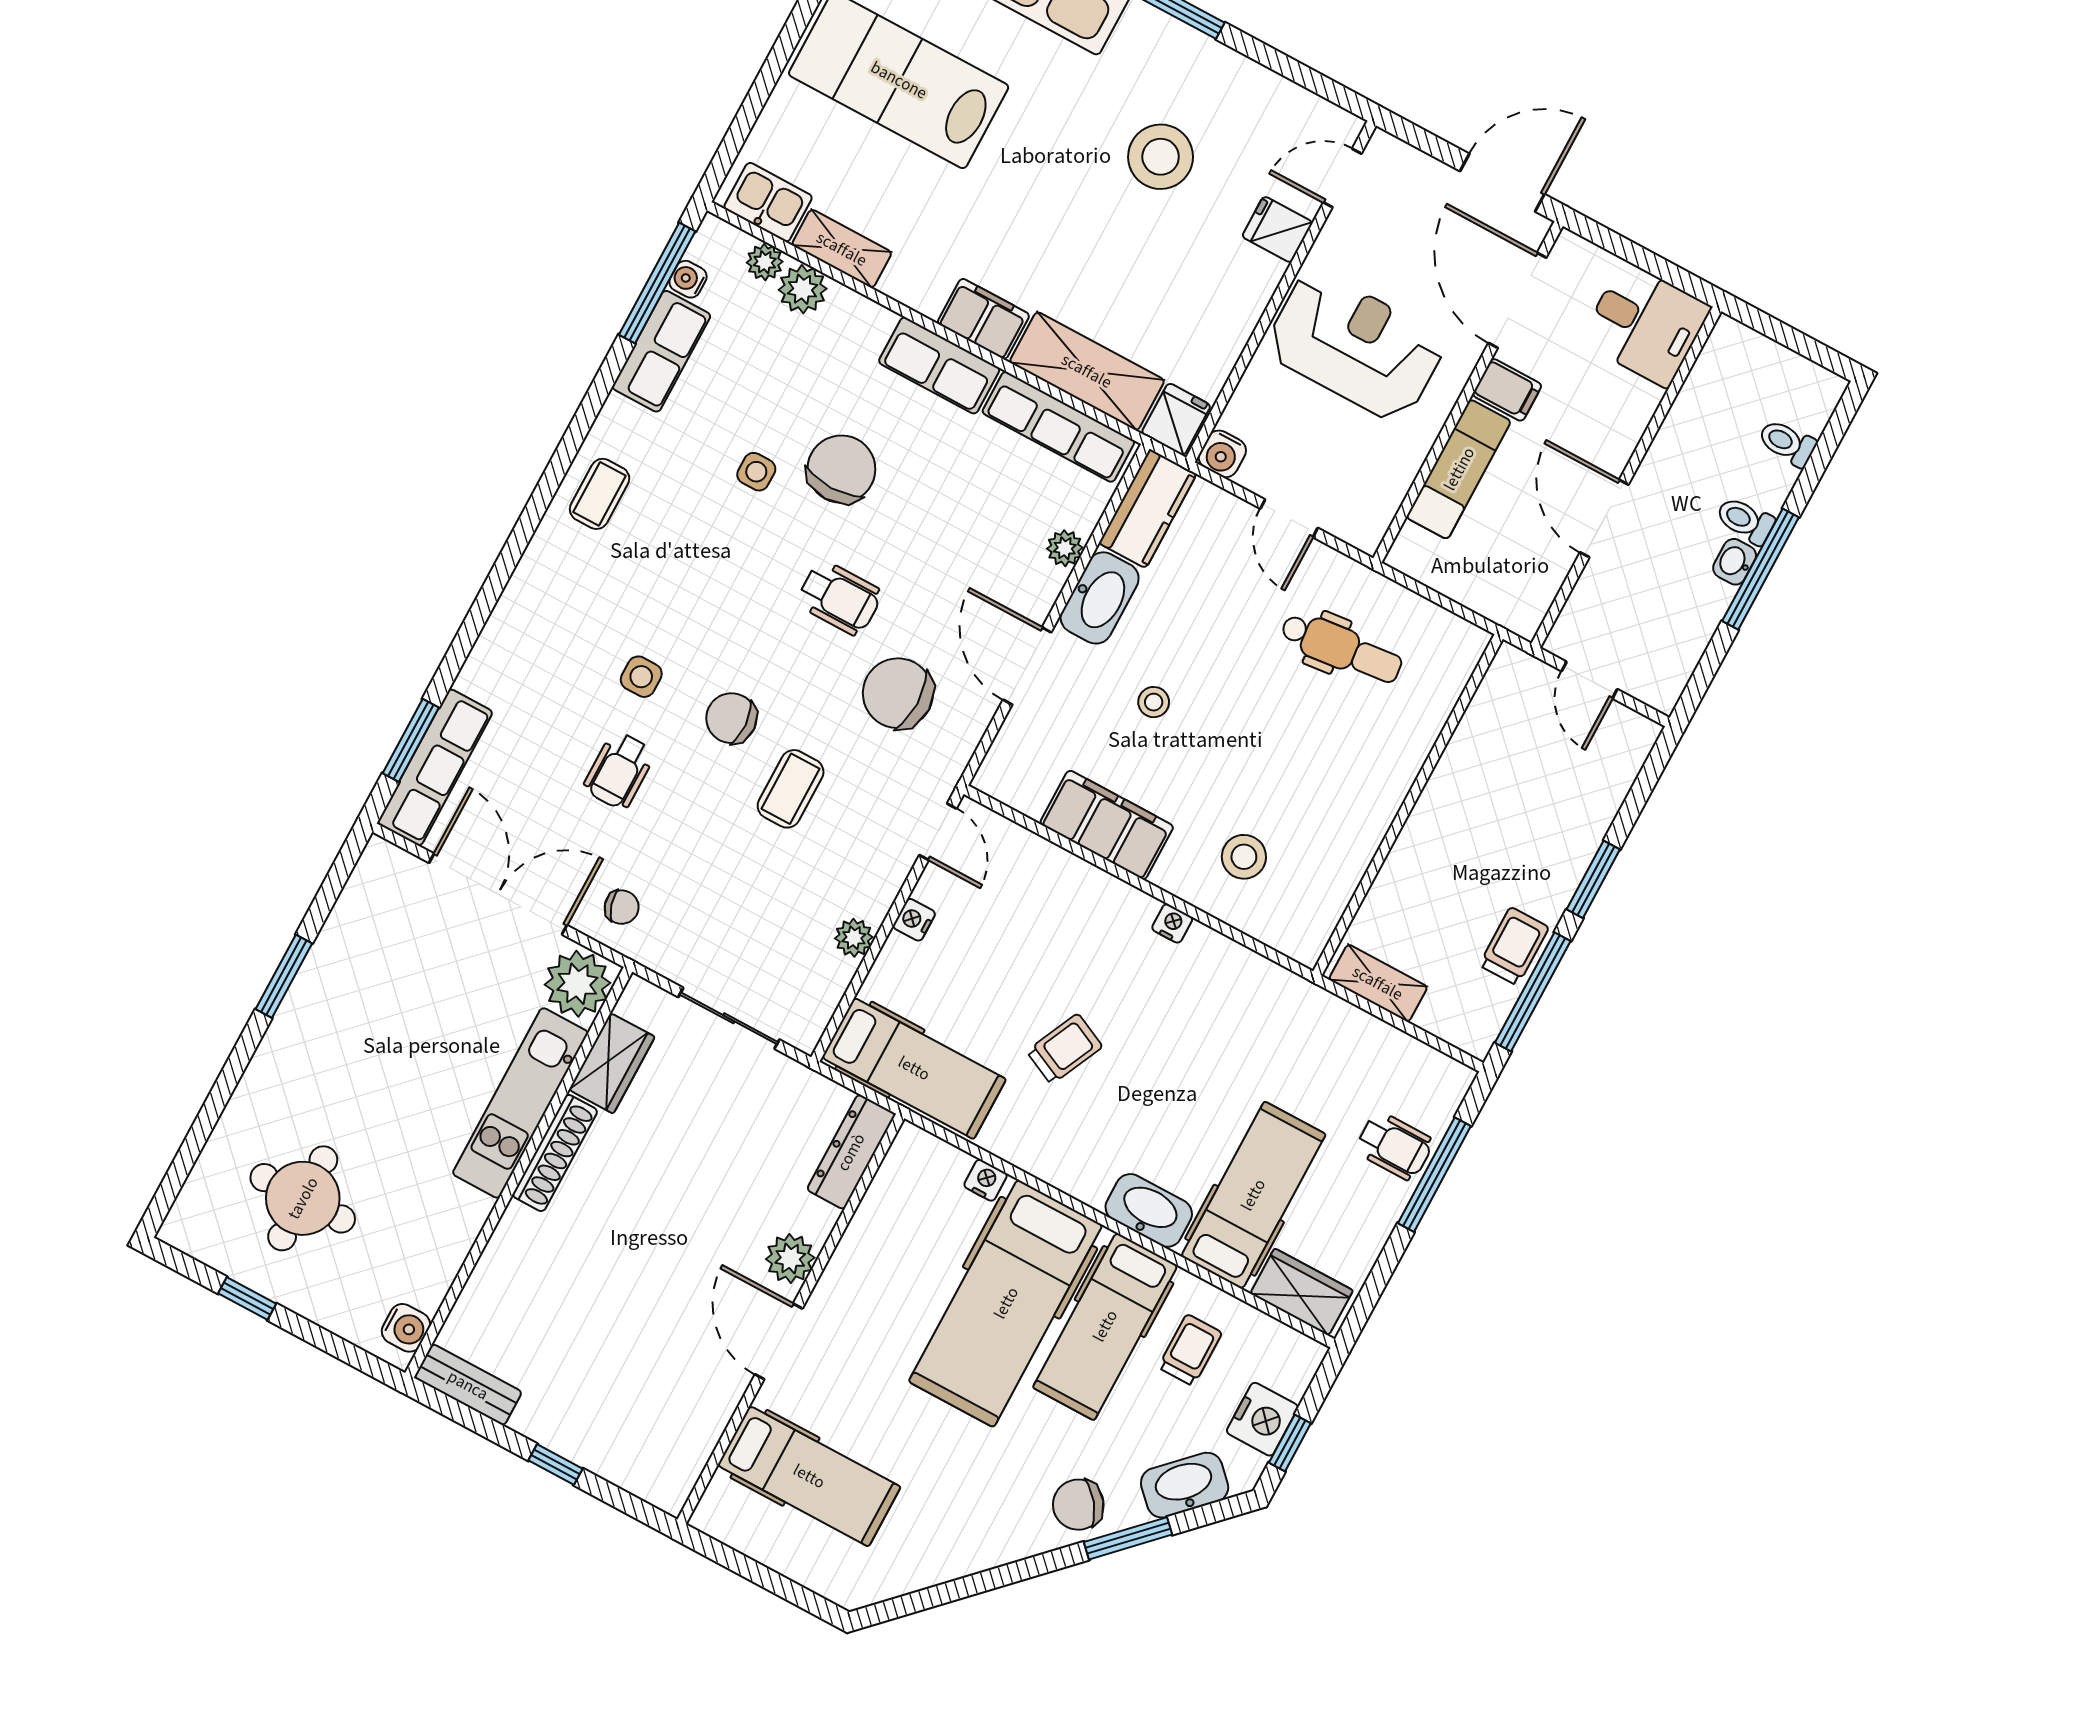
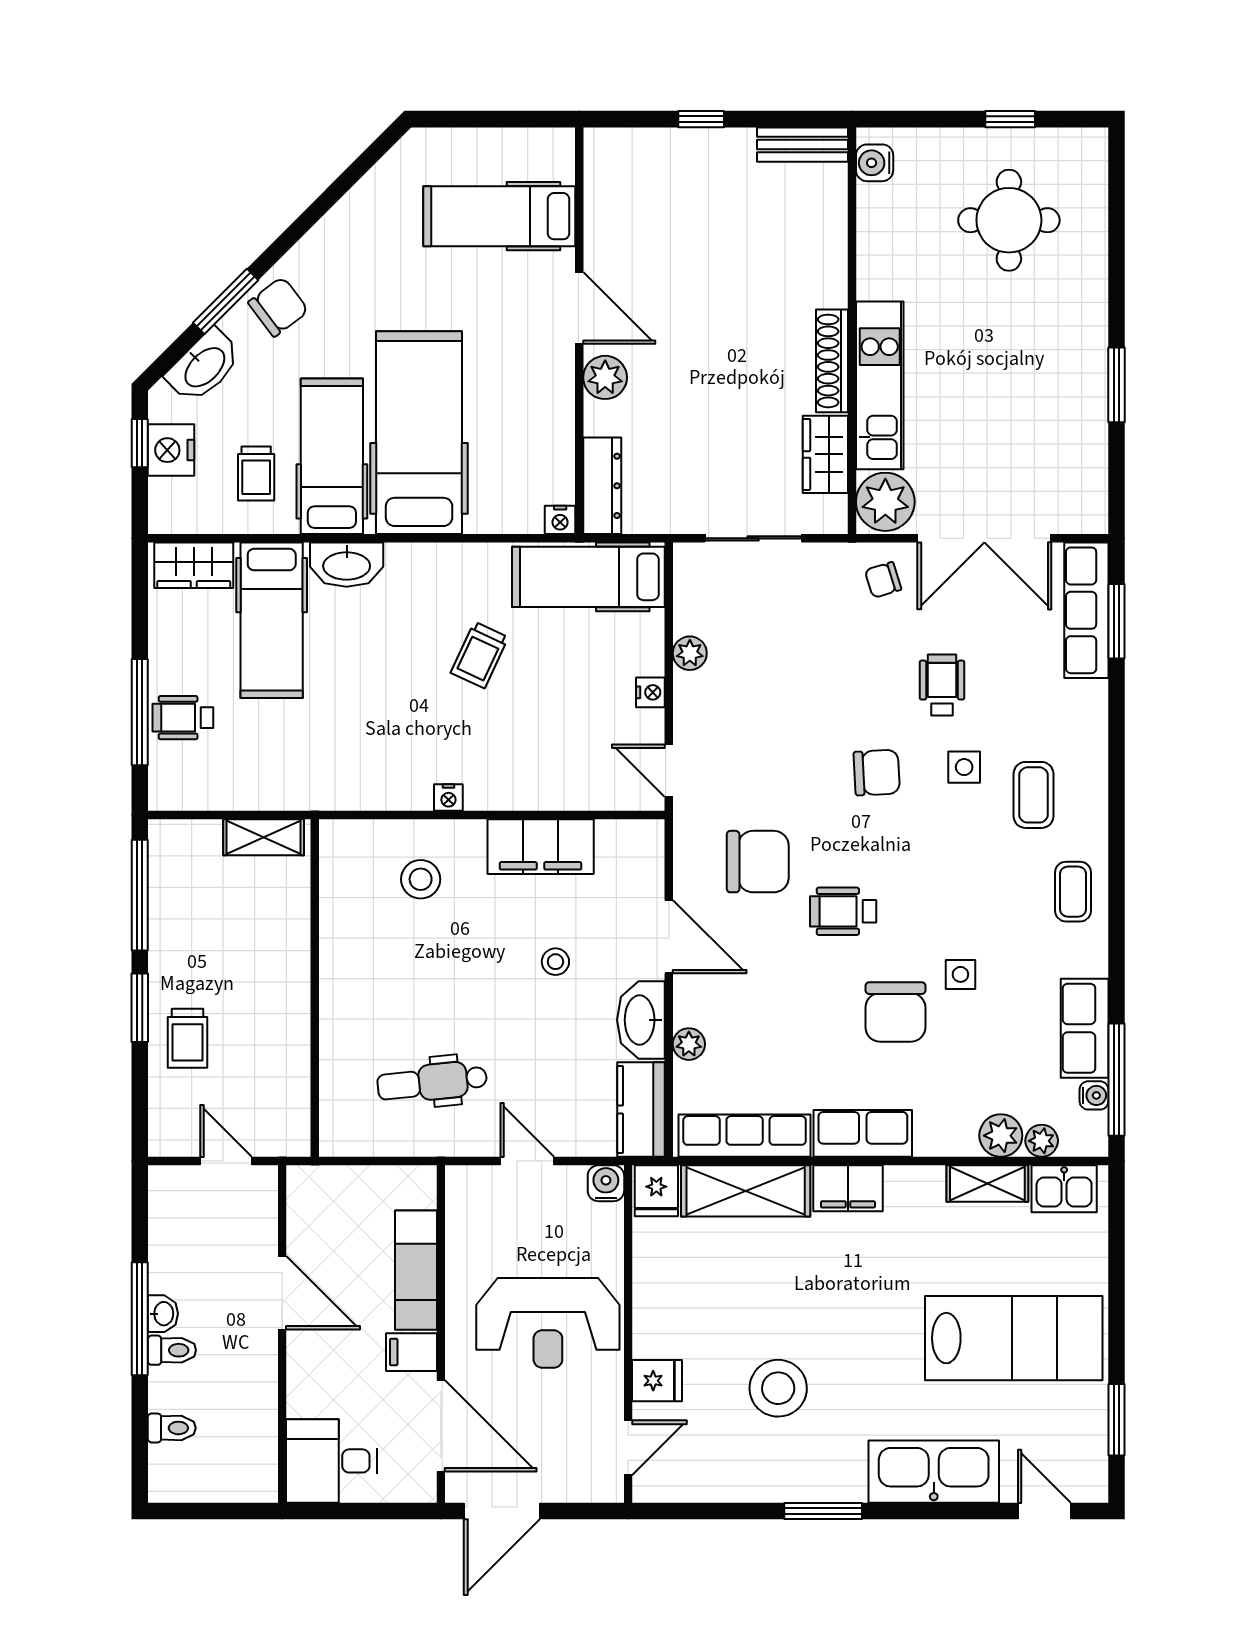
coffee table: (791, 789) -> (1033, 795), moved
trolley: (1514, 946) -> (188, 1038), moved
nightstand: (986, 1180) -> (560, 520), moved

